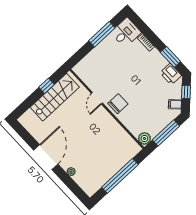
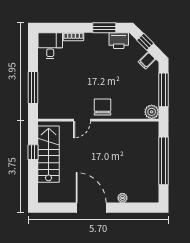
window: (102, 34) -> (33, 88), moved
door: (97, 98) -> (82, 120), hinge flipped

